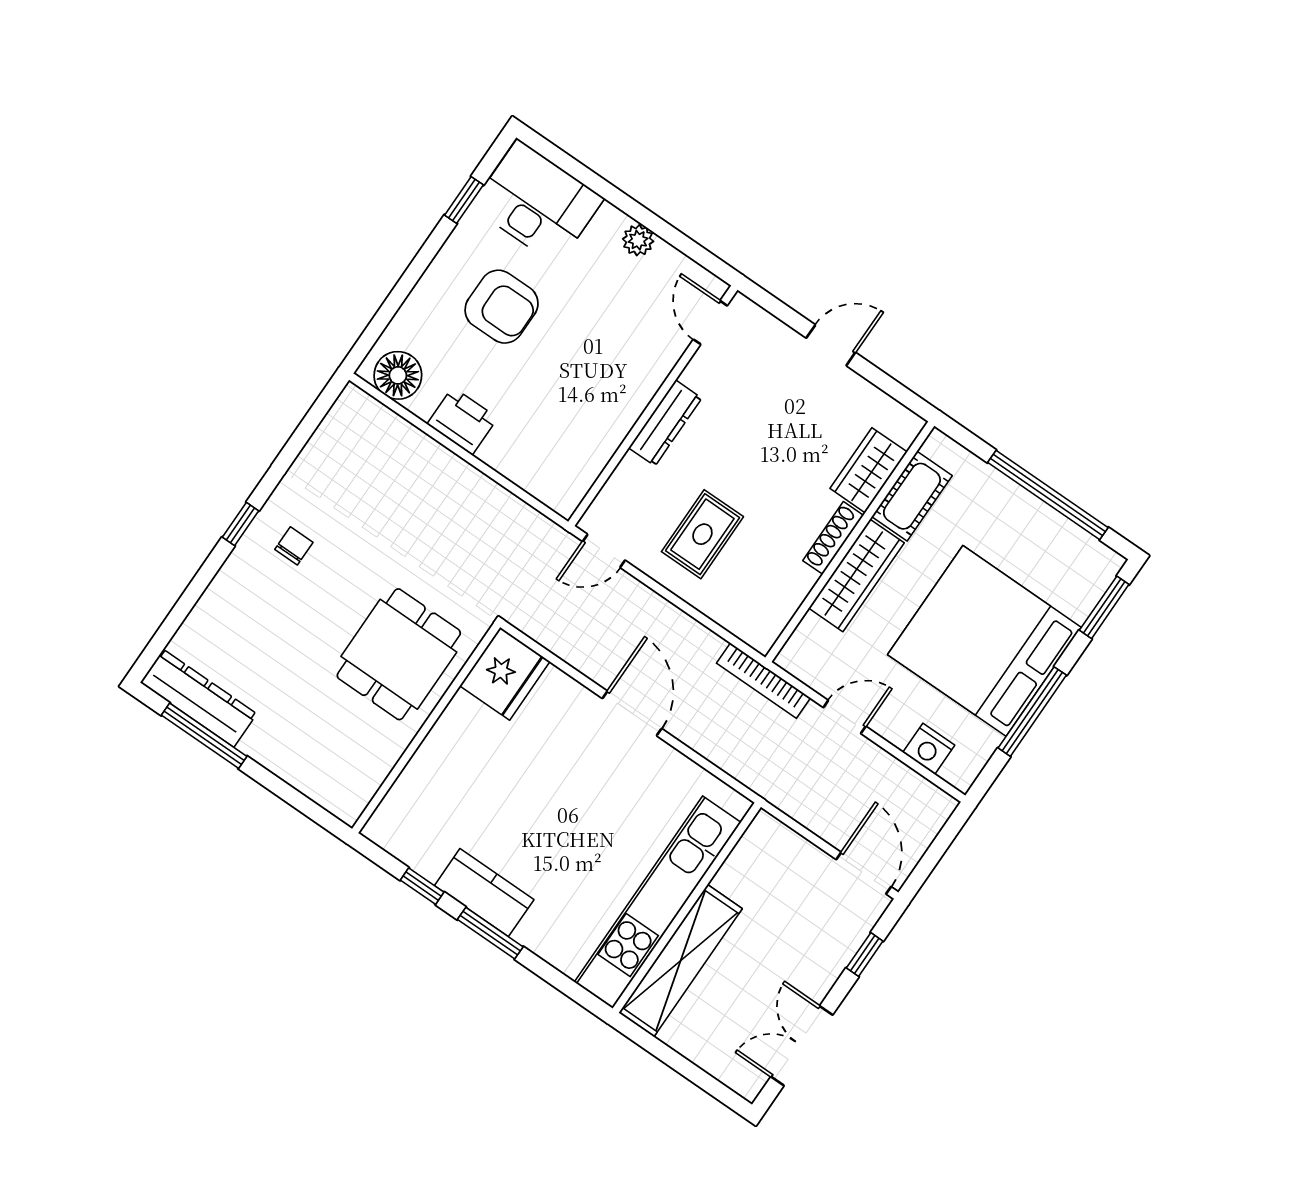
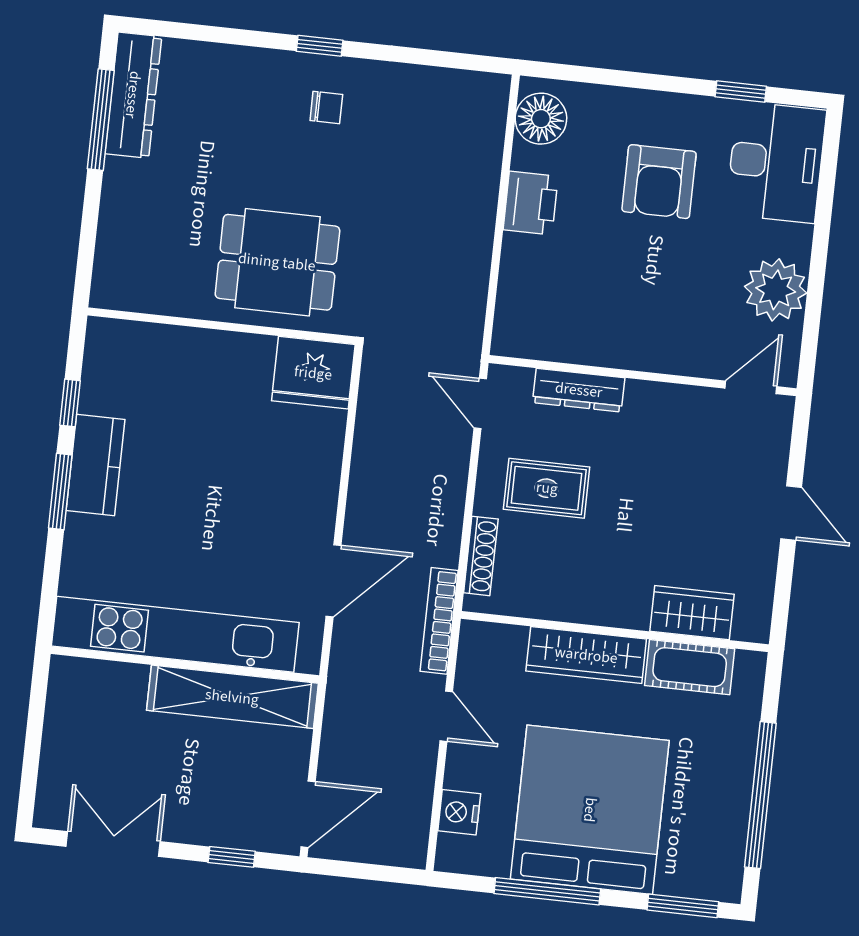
plant: (638, 240) -> (776, 290), width x1.88, depth x1.88
dresser: (665, 423) -> (579, 390), moved
shoe rack: (833, 538) -> (481, 556), moved, turned 90
door: (632, 713) -> (333, 581), moved
shelving: (681, 961) -> (232, 697), moved

